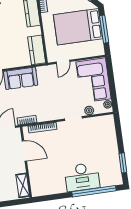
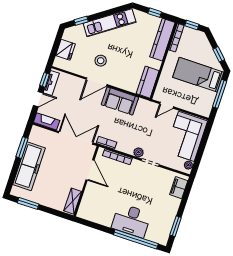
bed: (78, 27) -> (198, 75), width x0.67
plant: (89, 110) -> (139, 152), moved
filing cabinet: (109, 128) -> (179, 188), added

